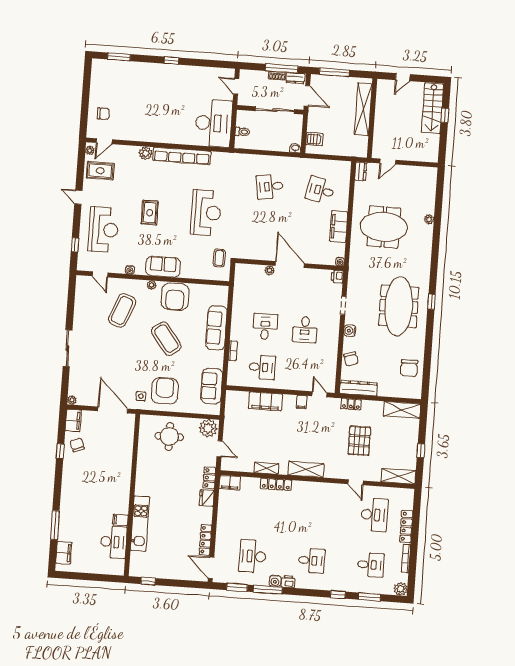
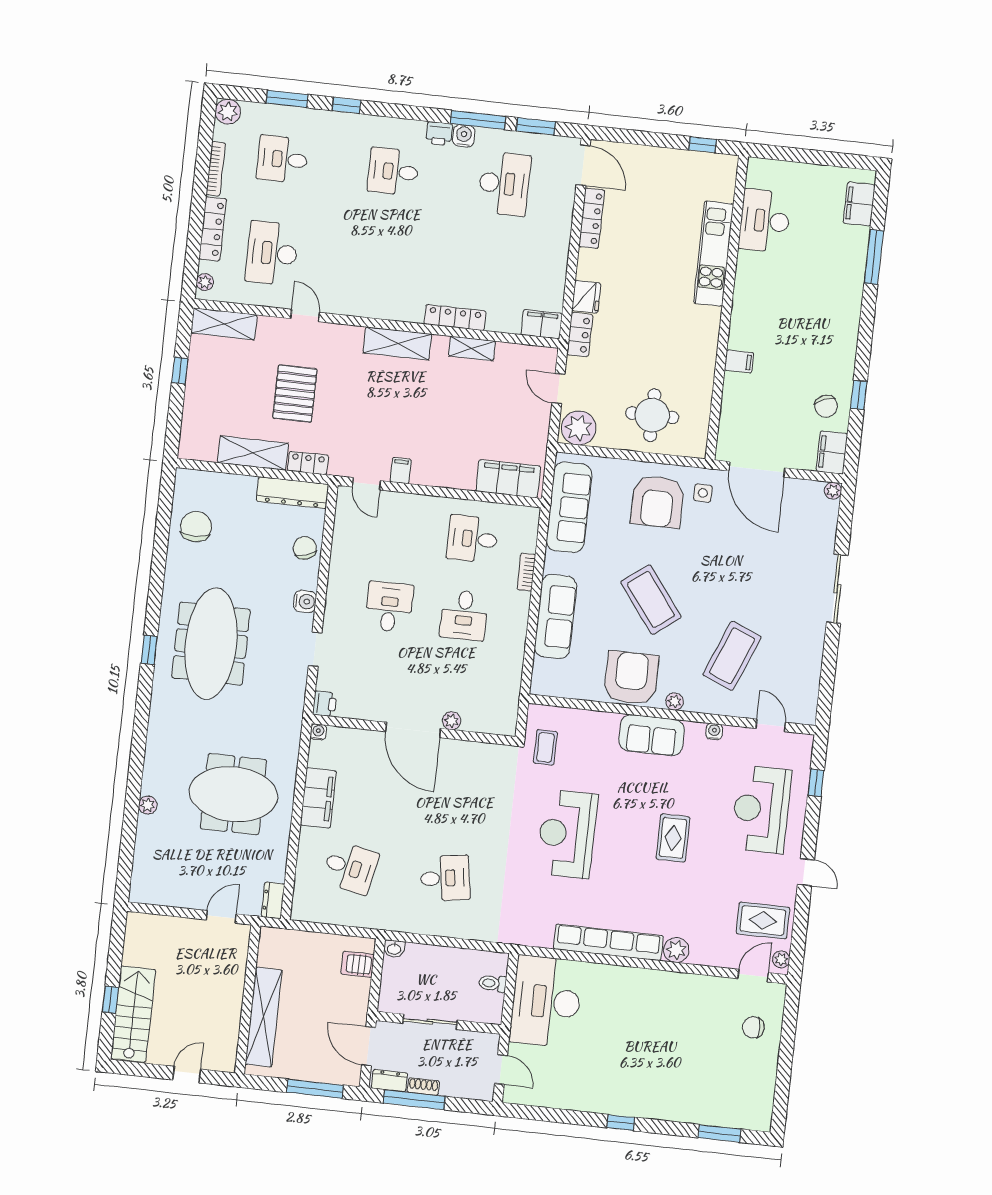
sliding door: (275, 110) -> (430, 1022), width x0.73
sofa: (212, 386) -> (569, 507), width x1.36
filing cabinet: (266, 401) -> (508, 479), moved
shelving: (402, 410) -> (253, 453), moved
plant: (409, 498) -> (205, 282), added
filing cabinet: (120, 520) -> (739, 361), moved

